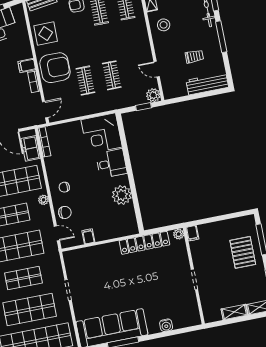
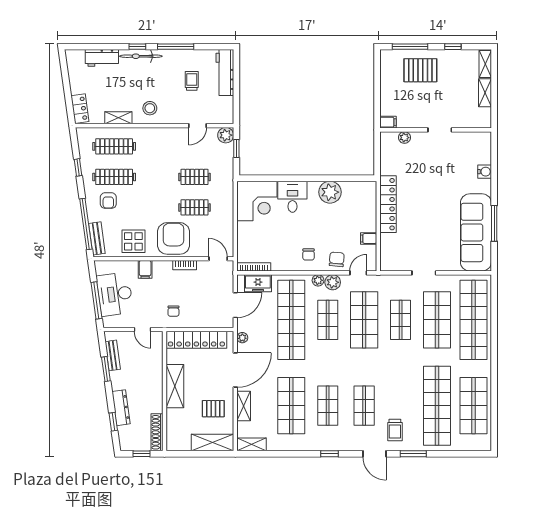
filing cabinet: (27, 66) -> (145, 269), moved
plant: (44, 213) -> (333, 282), added
plant: (179, 234) -> (404, 138), moved
locker: (144, 243) -> (388, 204), moved

